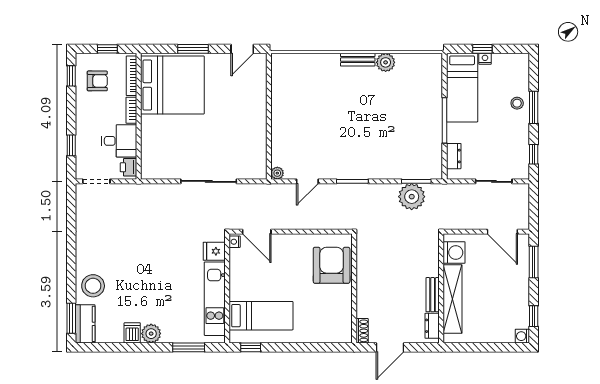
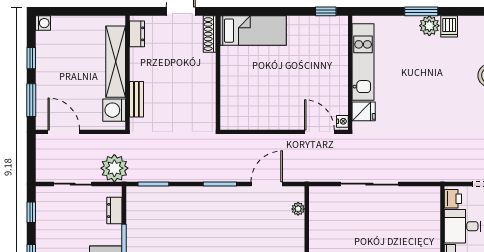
plant: (277, 173) -> (298, 209), moved
door: (307, 181) -> (267, 184), width x1.38
plant: (412, 197) -> (114, 168), moved
armchair: (332, 265) -> (242, 97), removed
bench: (433, 295) -> (136, 99), moved
bed: (261, 316) -> (253, 31), moved, turned 180
window: (534, 316) -> (31, 58), moved
shoe rack: (362, 331) -> (210, 34), width x1.43
window: (189, 347) -> (421, 11), moved

